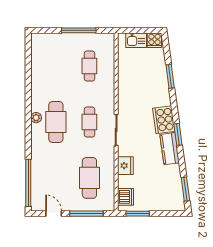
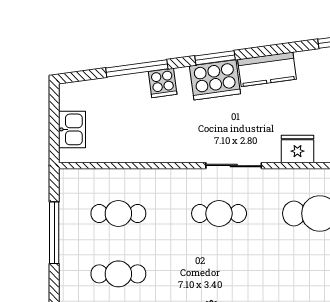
cooker: (154, 40) -> (163, 83), moved, turned 82
window: (170, 76) -> (137, 68), width x1.44
cafe table: (56, 122) -> (118, 274), moved, width x0.73, depth x0.74
window: (178, 134) -> (215, 58), moved

